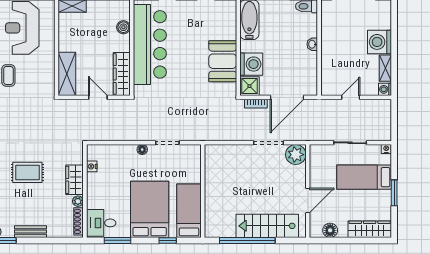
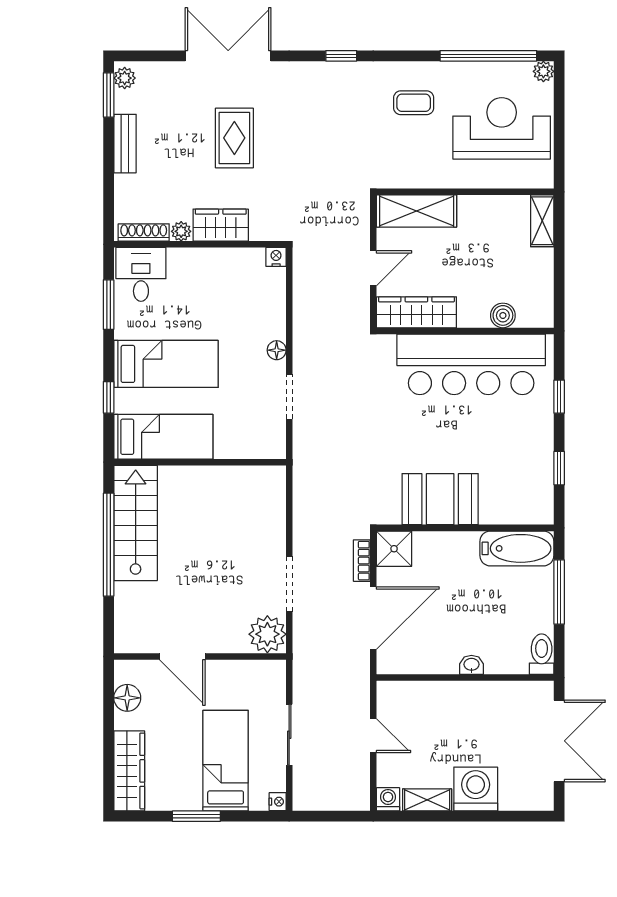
washing machine: (251, 64) -> (435, 552), removed
door: (287, 97) -> (373, 618), swing flipped
nightstand: (92, 166) -> (276, 257), moved
bed: (150, 209) -> (166, 364), width x0.67
stairs: (267, 226) -> (136, 523), moved

